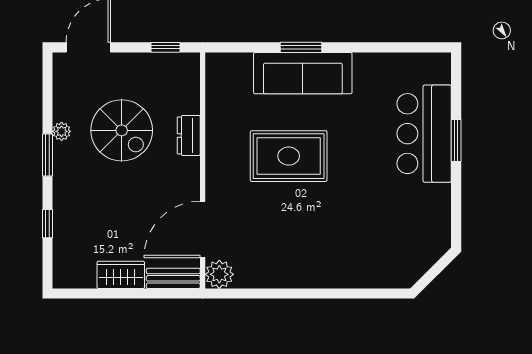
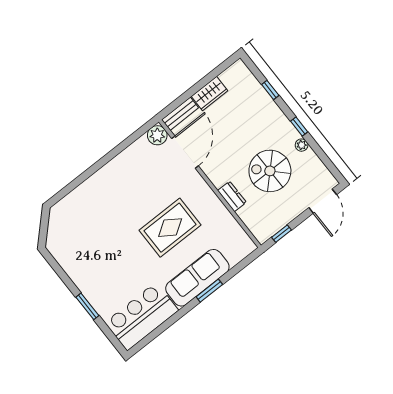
bar counter: (424, 134) -> (142, 316), moved, turned -90
window: (47, 155) -> (299, 127), width x0.67

